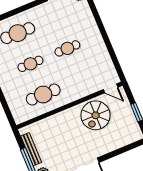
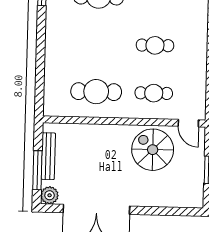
cafe table: (30, 64) -> (154, 93), moved
spiral stairs: (96, 115) -> (153, 150), turned 90

